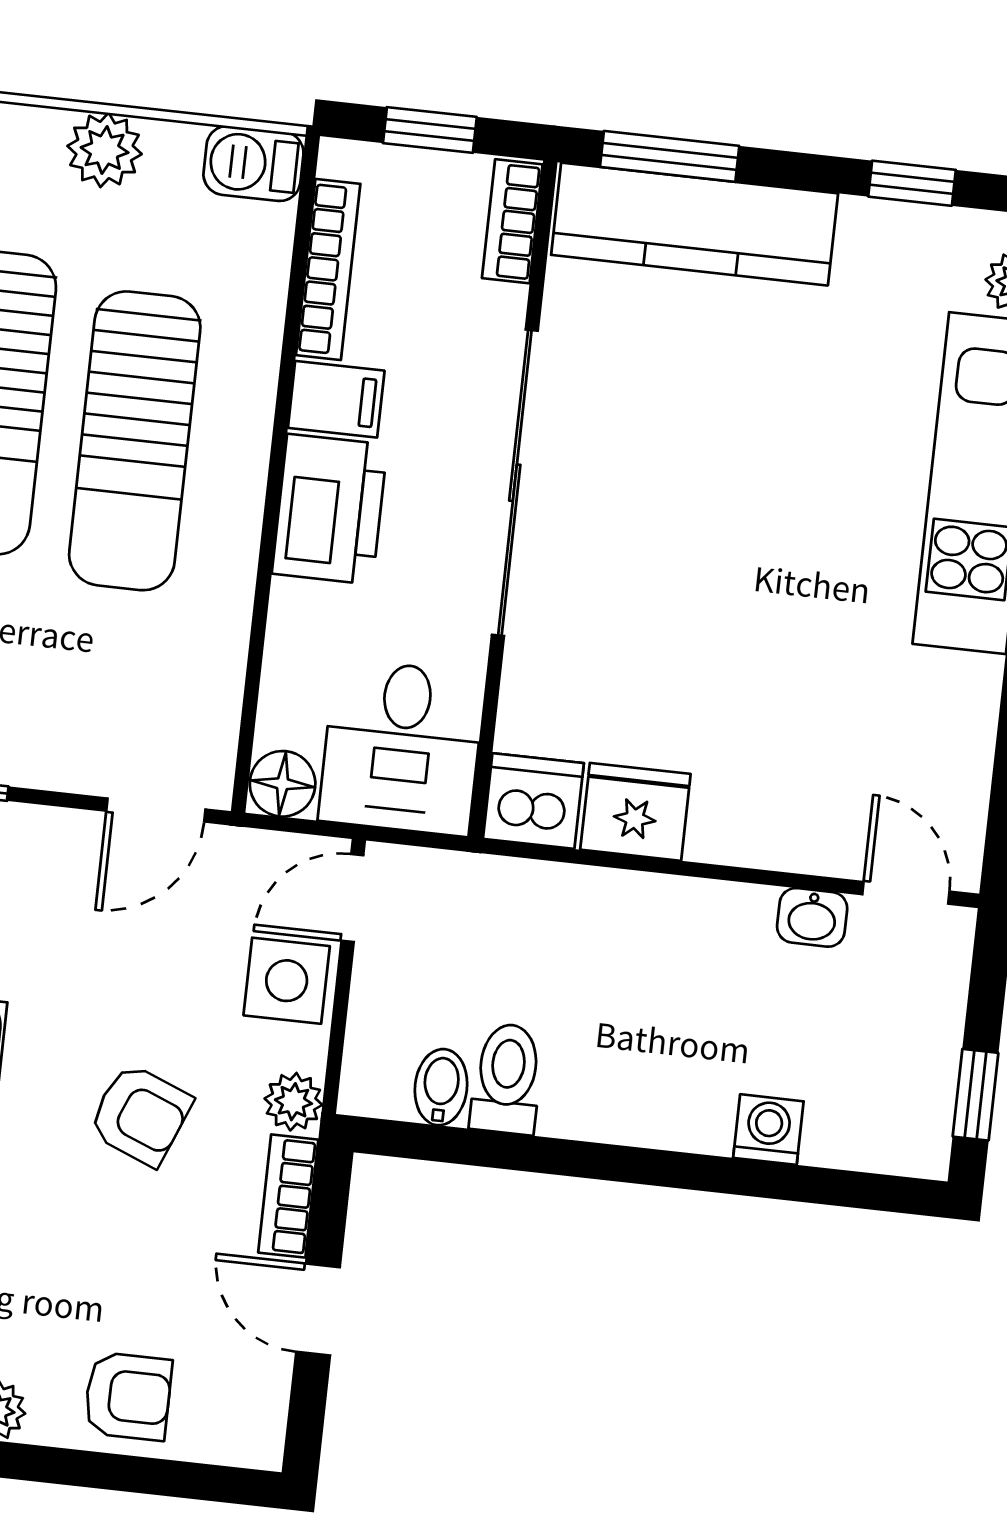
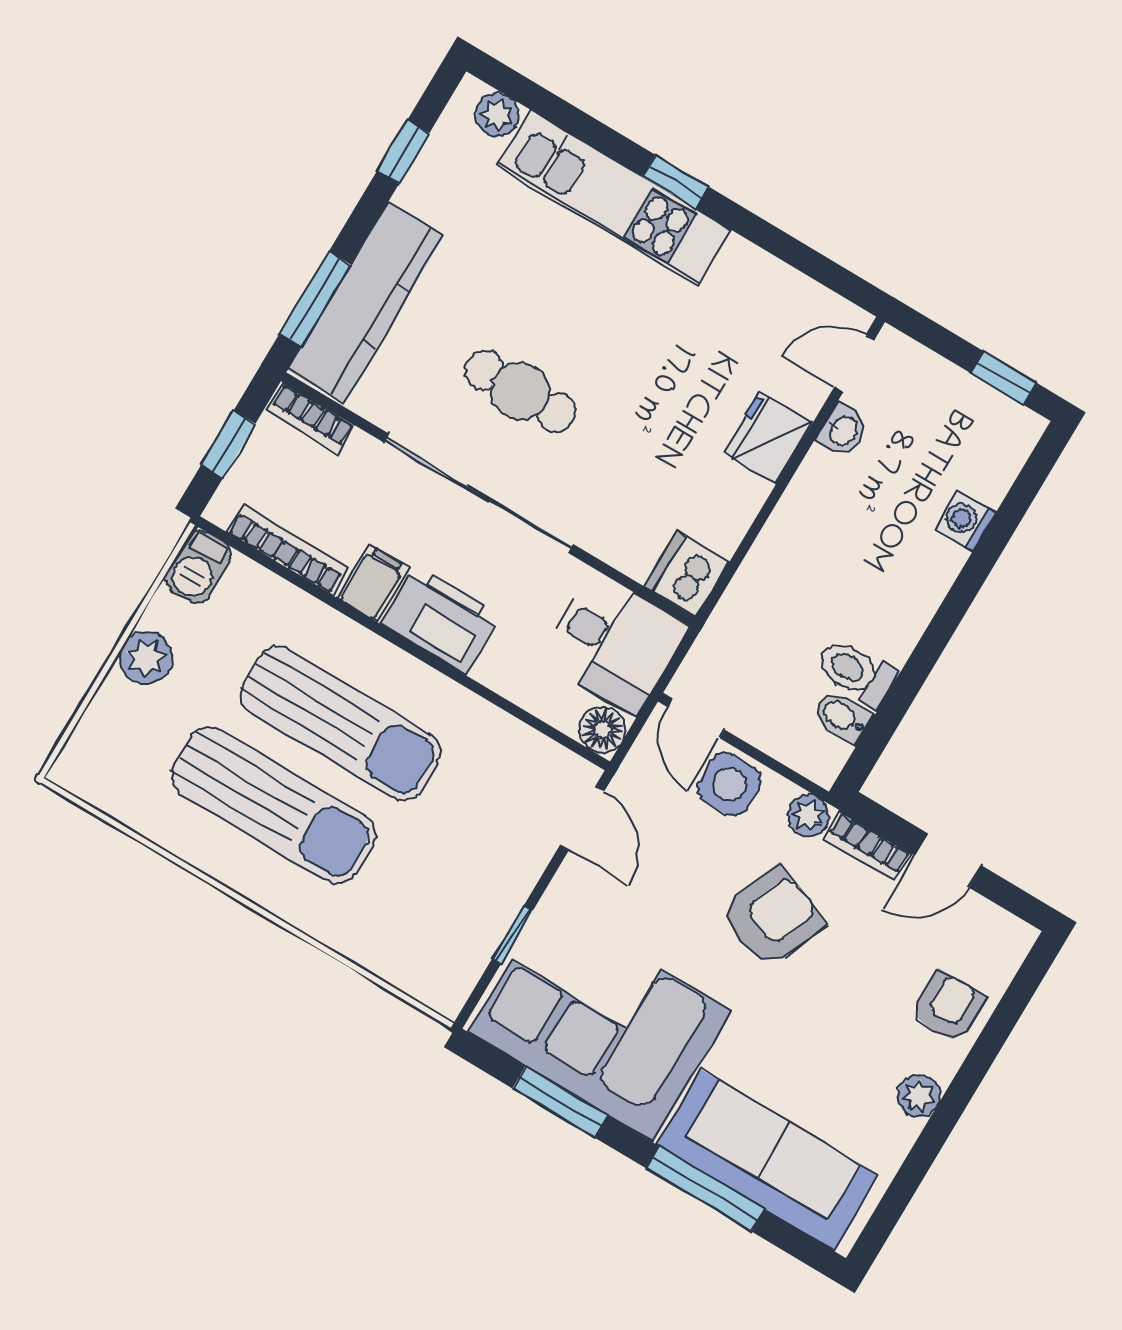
cafe table: (672, 477) -> (520, 391), added
fridge: (635, 812) -> (768, 438), moved
armchair: (140, 1115) -> (772, 917), width x1.38, depth x1.38

